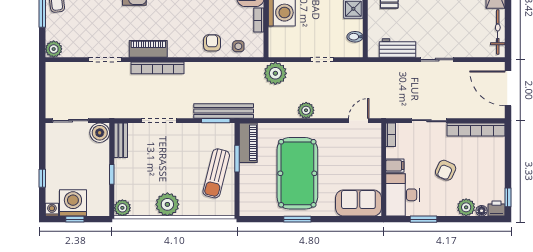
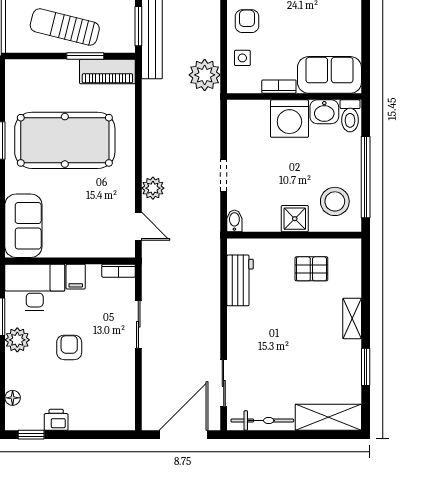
bidet: (355, 37) -> (234, 221), moved
armchair: (212, 43) -> (247, 21), turned -90
sliding door: (437, 60) -> (224, 383), moved
plant: (275, 73) -> (205, 75), moved
plant: (306, 110) -> (153, 188), moved
bookcase: (476, 130) -> (126, 390), removed
armchair: (446, 170) -> (69, 347), turned 66
plant: (466, 207) -> (17, 340), moved
printer: (497, 209) -> (56, 420), moved, turned -90

